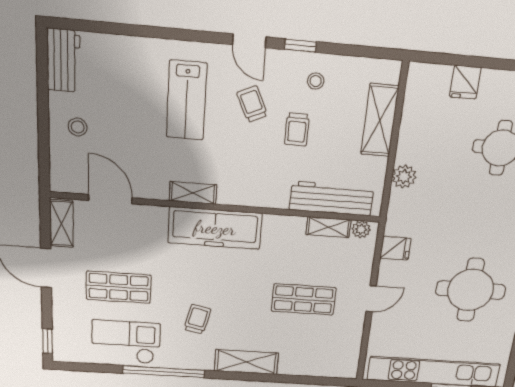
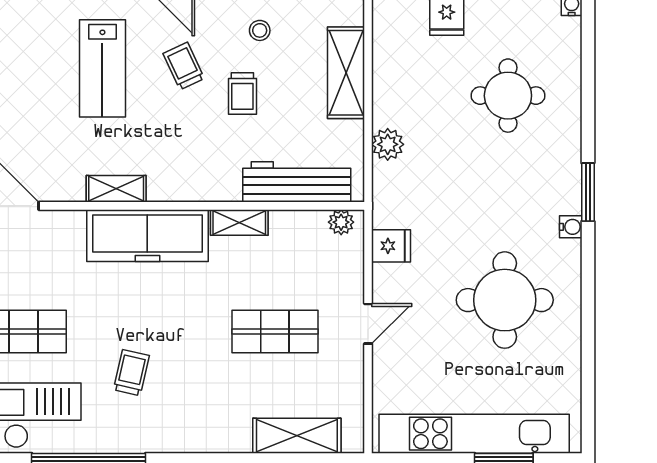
shelving: (328, 227) -> (239, 222), moved
shelving: (246, 362) -> (297, 436), moved

